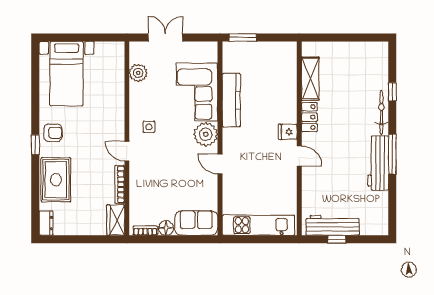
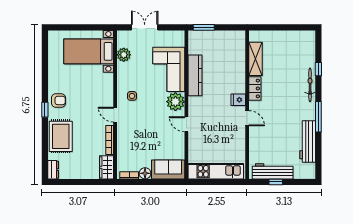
bed with nightstands: (67, 74) -> (89, 51), moved, turned 90
workbench: (378, 163) -> (308, 141), moved

